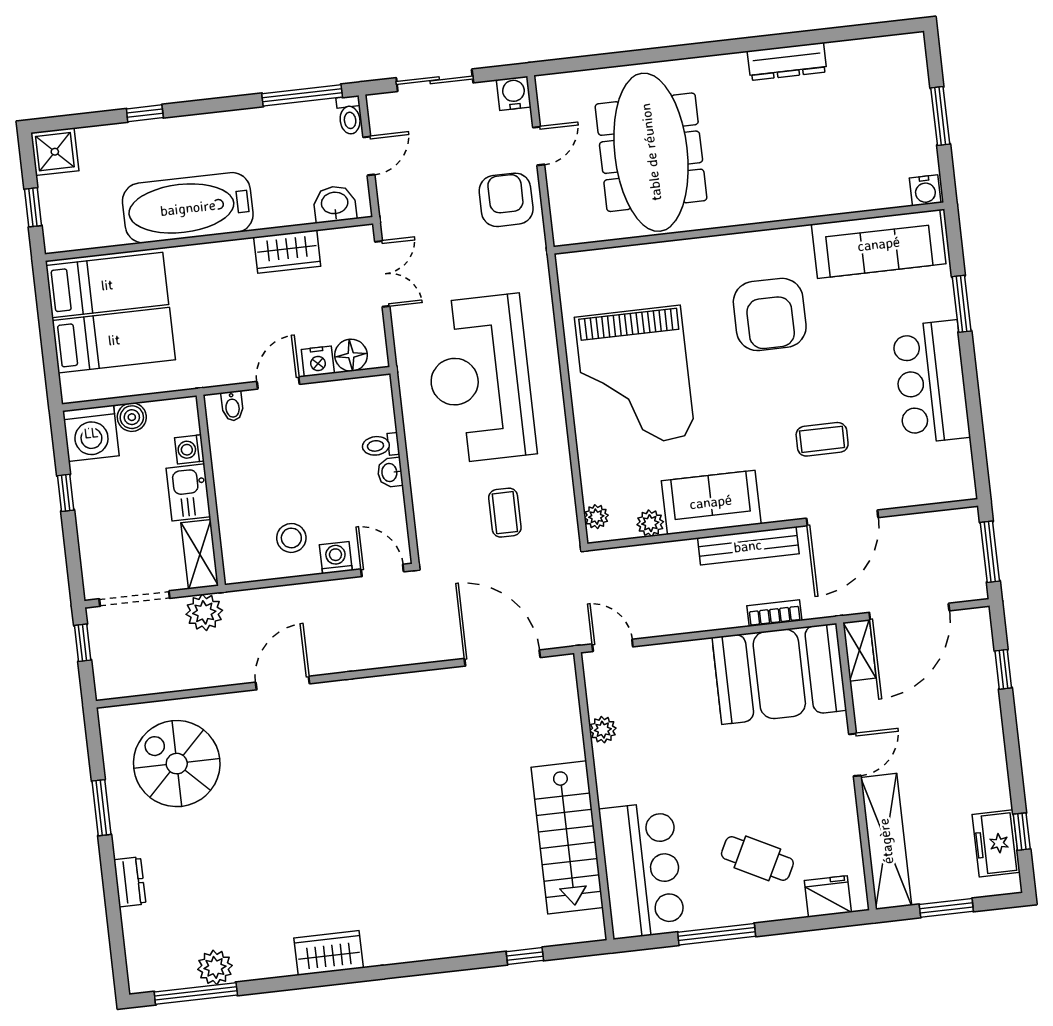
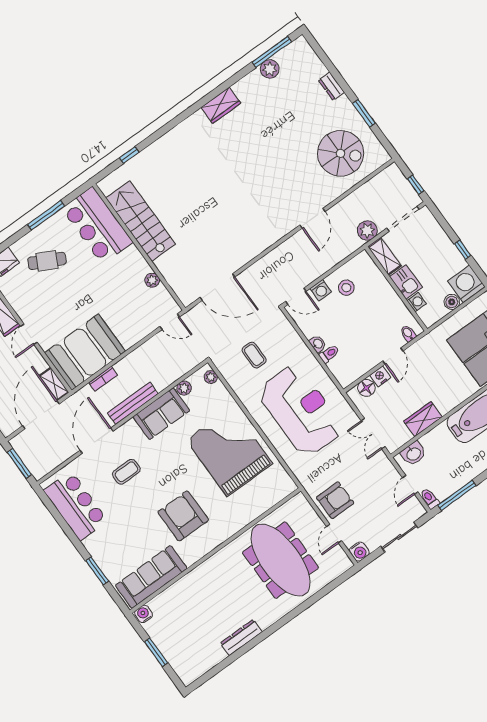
armchair: (506, 200) -> (335, 500), turned -90
bar counter: (931, 382) -> (76, 506), moved

